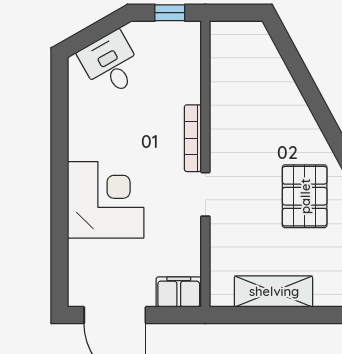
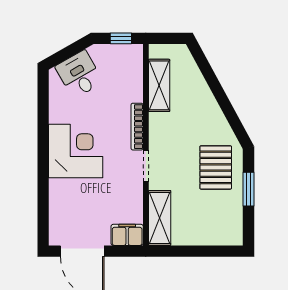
shelving: (224, 80) -> (159, 85), added
corner desk: (106, 200) -> (76, 151), moved
shelving: (274, 291) -> (160, 218), moved, turned 90

